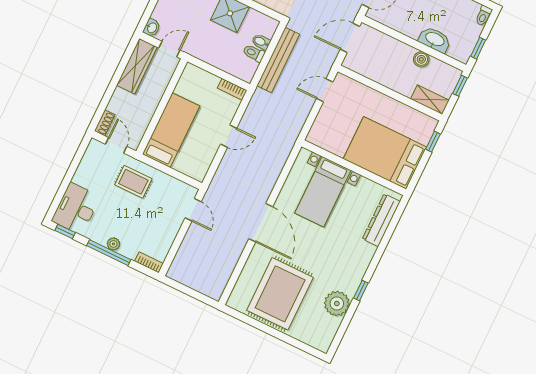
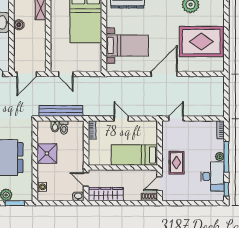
door: (350, 38) -> (27, 74), hinge flipped
desk: (76, 209) -> (213, 176), moved, turned -90

